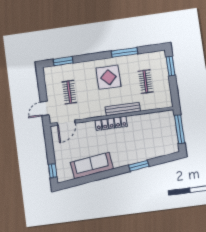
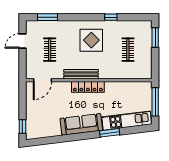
window: (125, 52) -> (111, 17), width x0.46
door: (45, 108) -> (22, 41), moved
bench: (123, 109) -> (81, 74), moved
kitchen unit: (154, 151) -> (127, 121), added
sofa: (92, 166) -> (81, 124), moved

